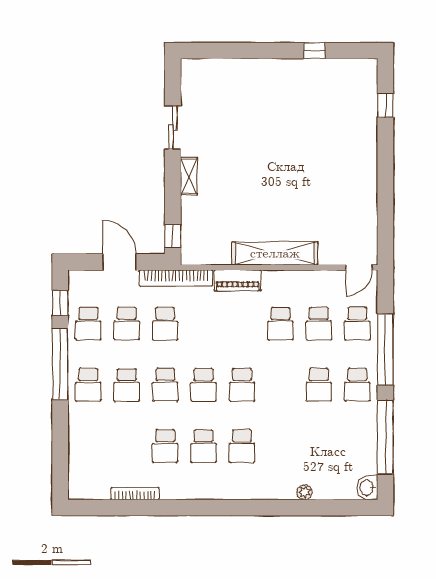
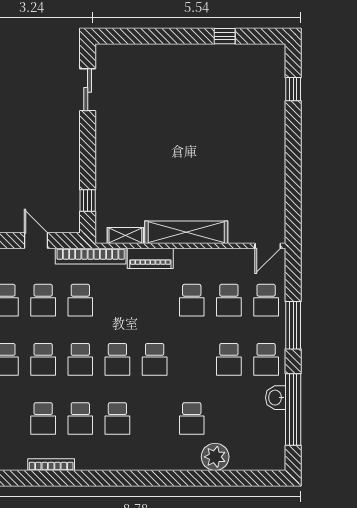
sliding door: (173, 128) -> (88, 90), moved
shelving: (189, 176) -> (125, 235), moved, turned 90
window: (173, 236) -> (88, 200), moved
door: (119, 262) -> (36, 241), width x0.73
window: (385, 350) -> (293, 325), width x0.68
school desk: (127, 446) -> (43, 418), added
school desk: (242, 446) -> (192, 418), moved
washbasin: (367, 488) -> (276, 398), moved
plant: (305, 492) -> (215, 457), width x1.88, depth x1.88

